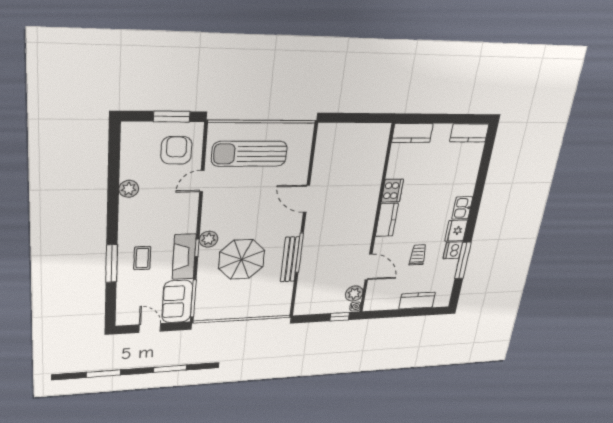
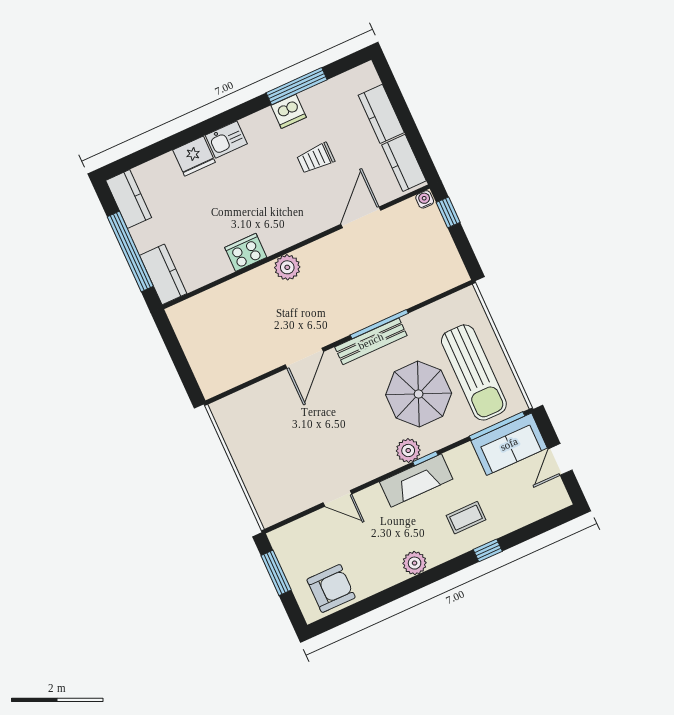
window: (439, 119) -> (130, 251), added
armchair: (176, 150) -> (331, 588), moved, turned 180
sun lounger: (249, 154) -> (474, 372), moved
plant: (129, 189) -> (415, 563), moved
kitchen counter: (387, 220) -> (404, 163), moved, turned -90
fridge: (456, 231) -> (194, 156), moved
fireplace: (184, 257) -> (416, 481), moved
bench: (290, 259) -> (371, 341), moved
window: (112, 263) -> (488, 550), width x0.46
plant: (354, 293) -> (287, 267), moved

